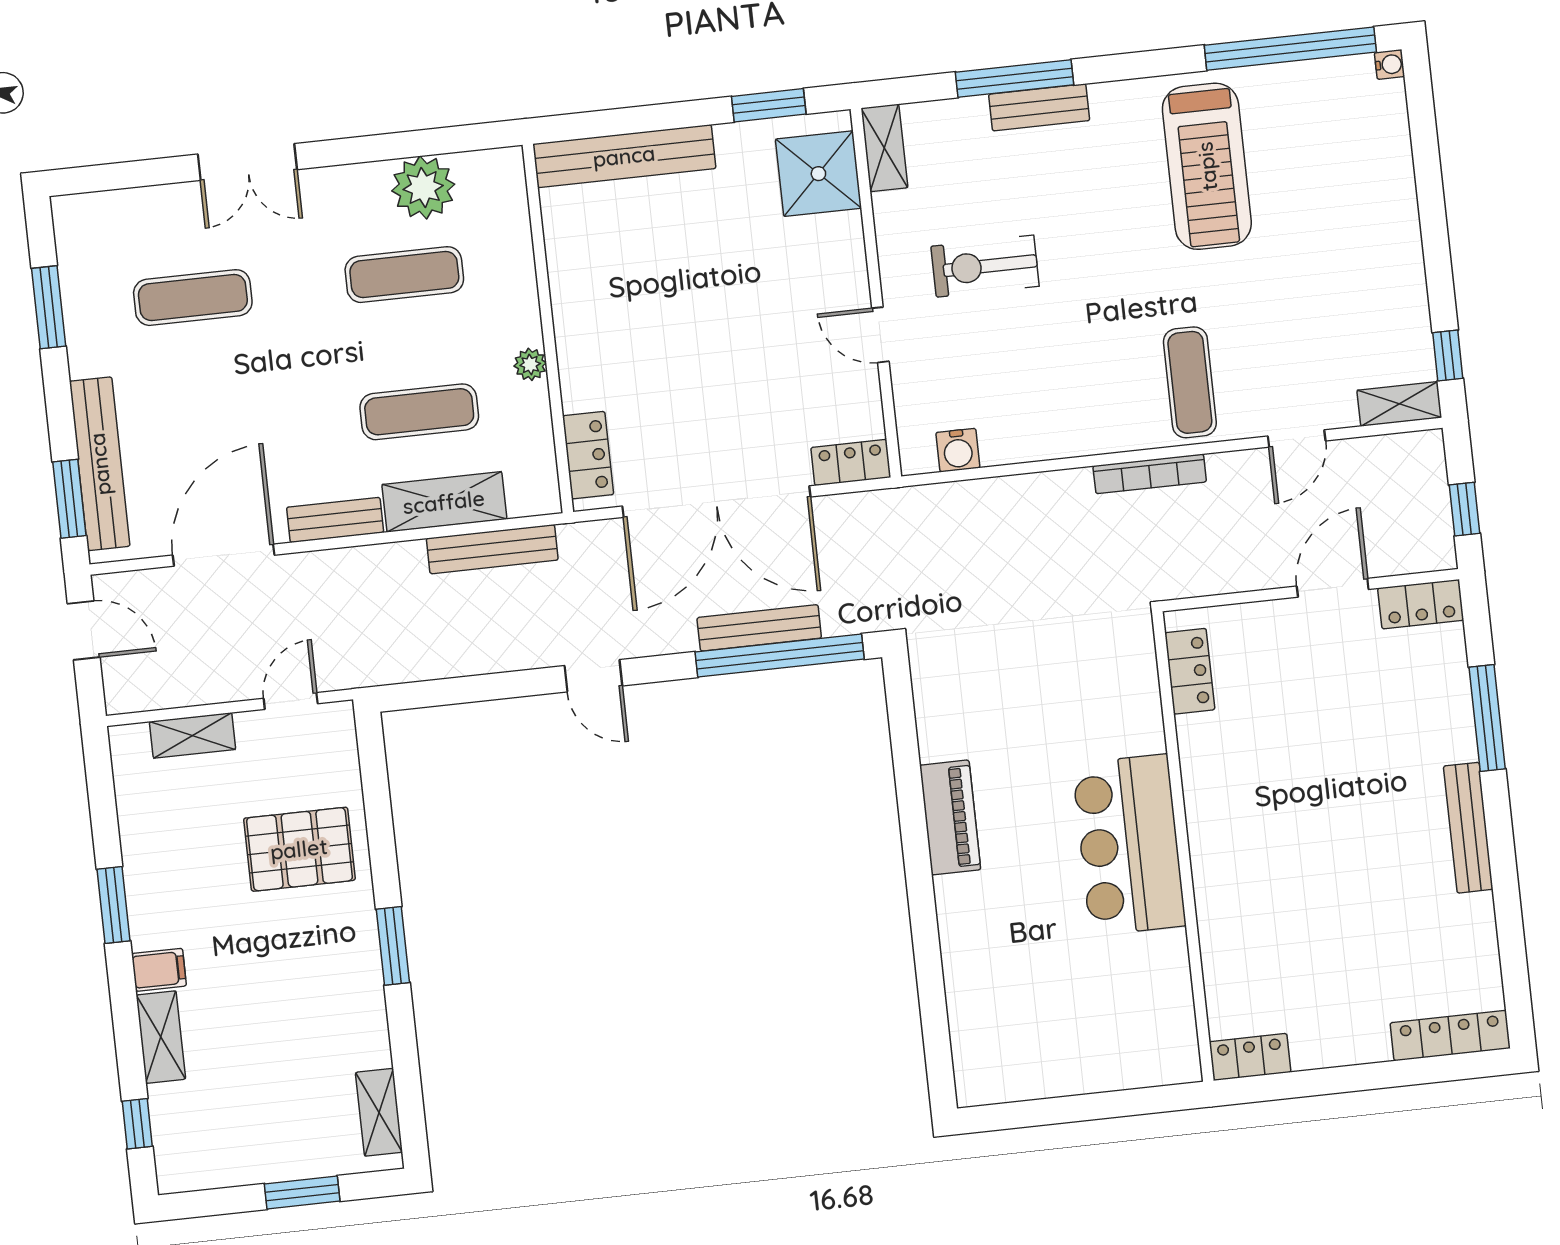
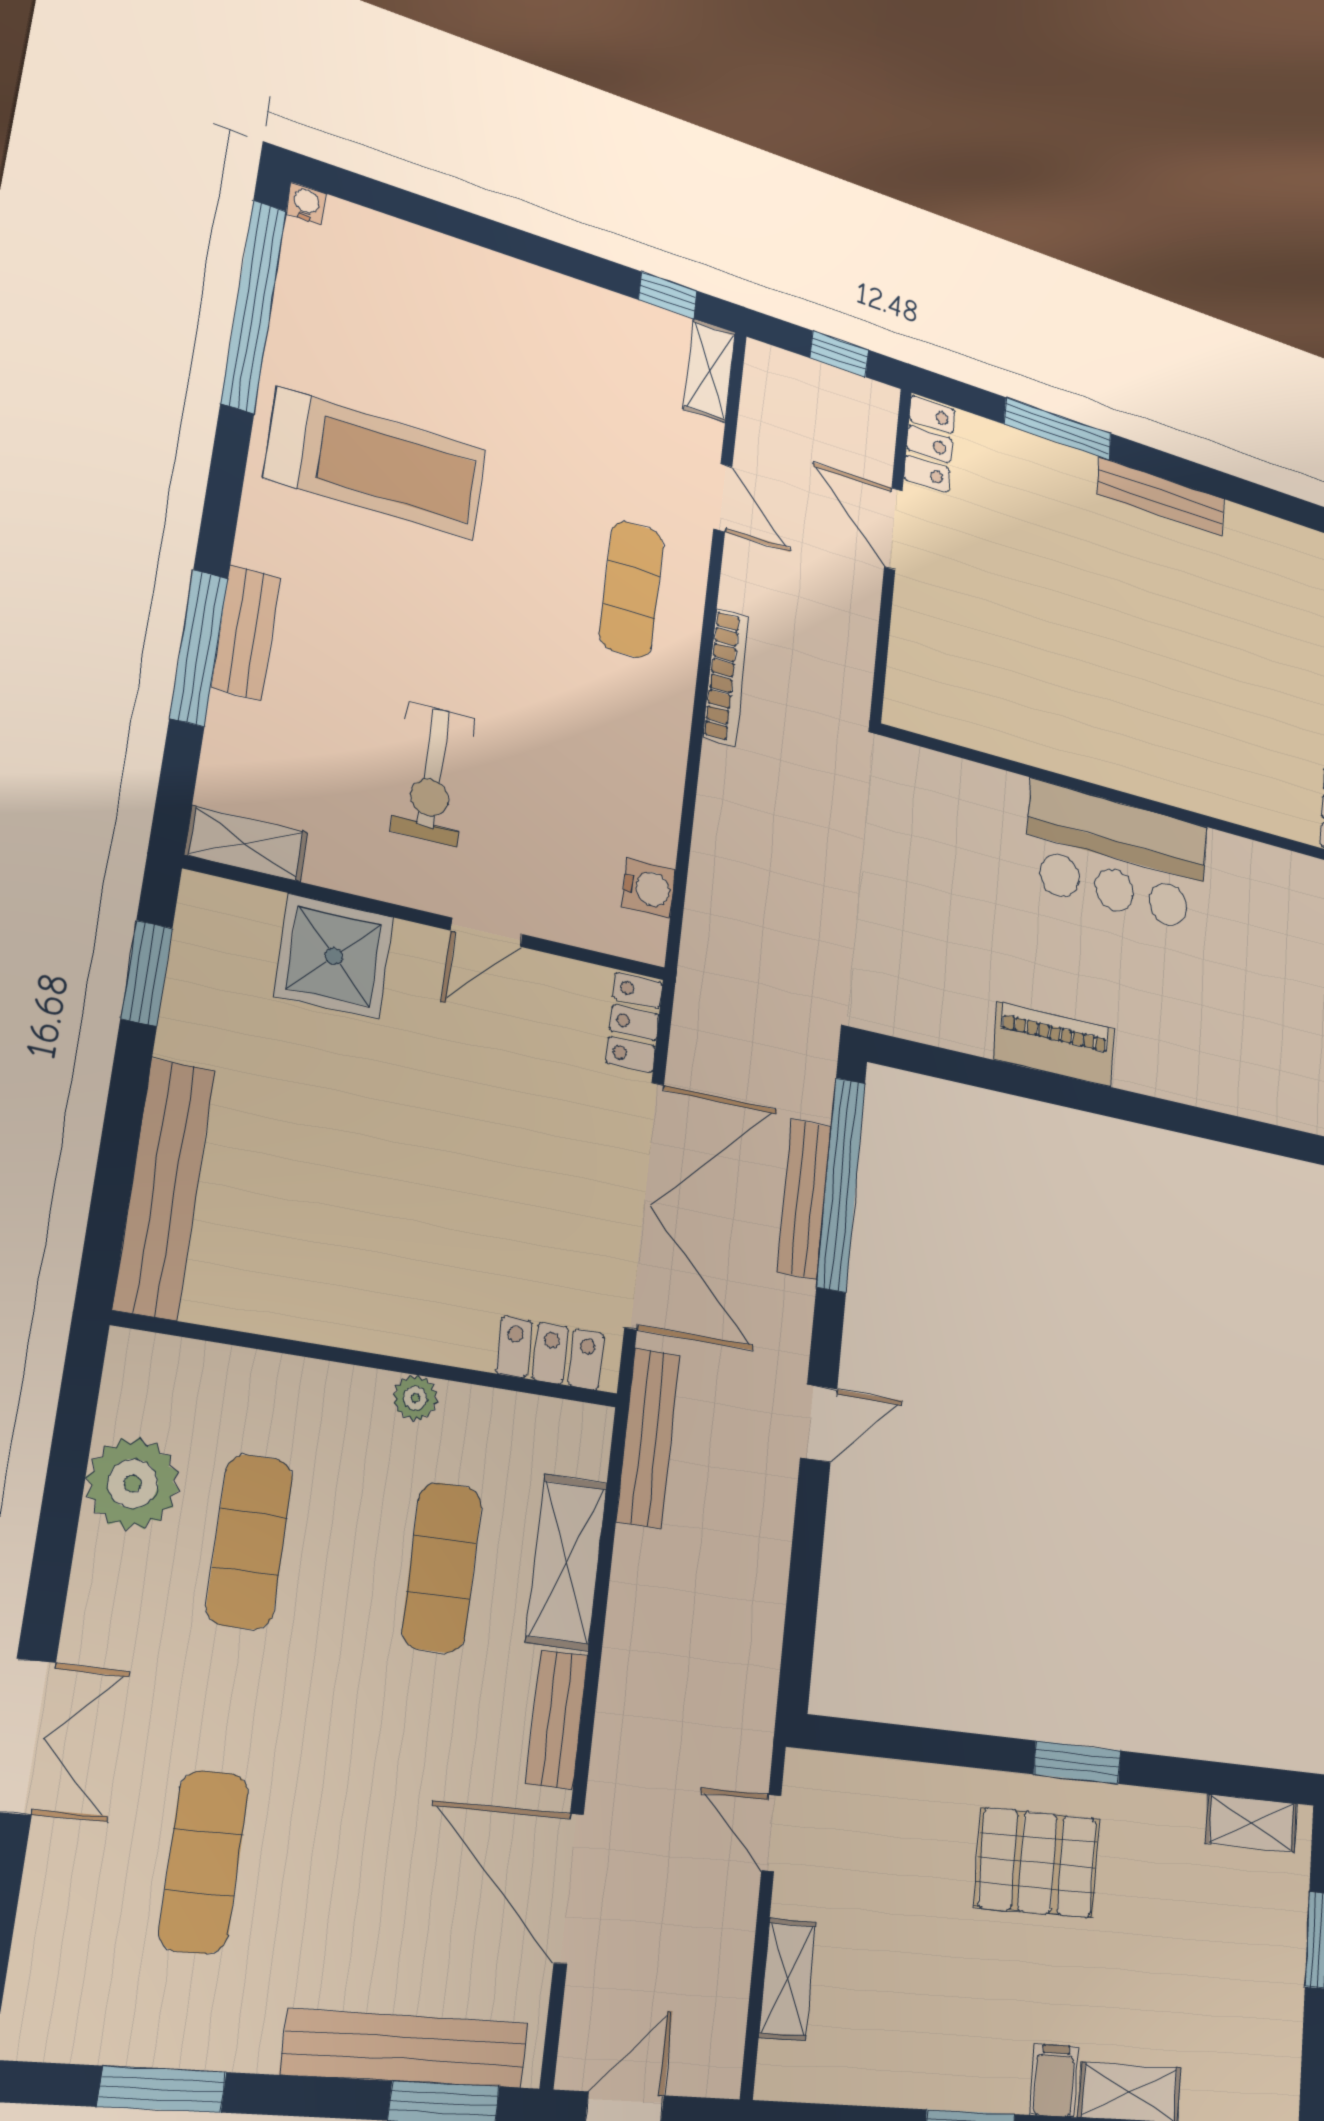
shower: (818, 174) -> (334, 956), moved
exercise mat: (1190, 382) -> (631, 589), turned 90
bench: (492, 549) -> (648, 1438), moved
locker: (1190, 671) -> (950, 719), removed
pallet: (299, 849) -> (1037, 1863), moved, turned 90

